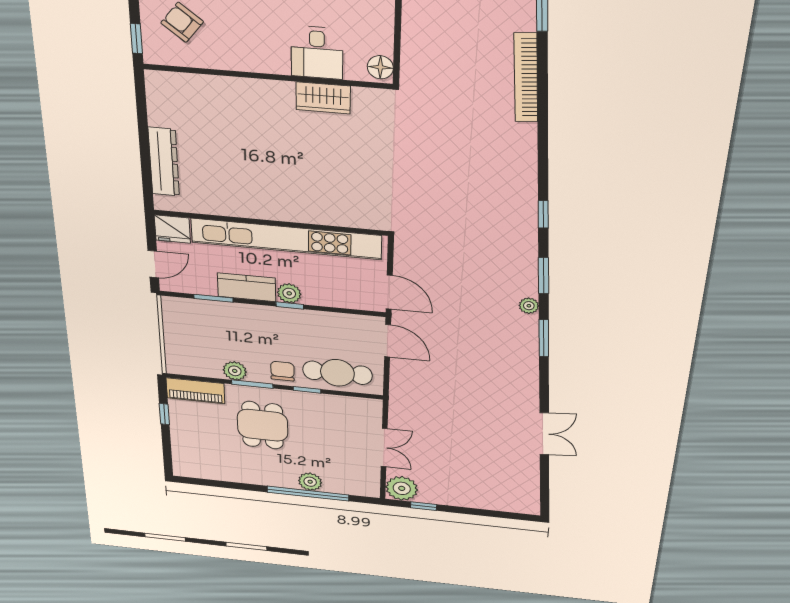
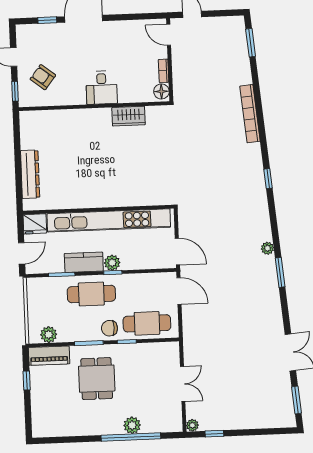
bookcase: (386, 36) -> (164, 71), added
desk: (317, 53) -> (102, 88), moved
bookcase: (526, 78) -> (250, 114), moved
window: (544, 276) -> (296, 400), moved
cafe table: (257, 327) -> (91, 294), added
plant: (235, 371) -> (49, 335), moved
chair: (282, 371) -> (109, 328), turned -90
plant: (402, 488) -> (192, 425), width x0.53, depth x0.53

